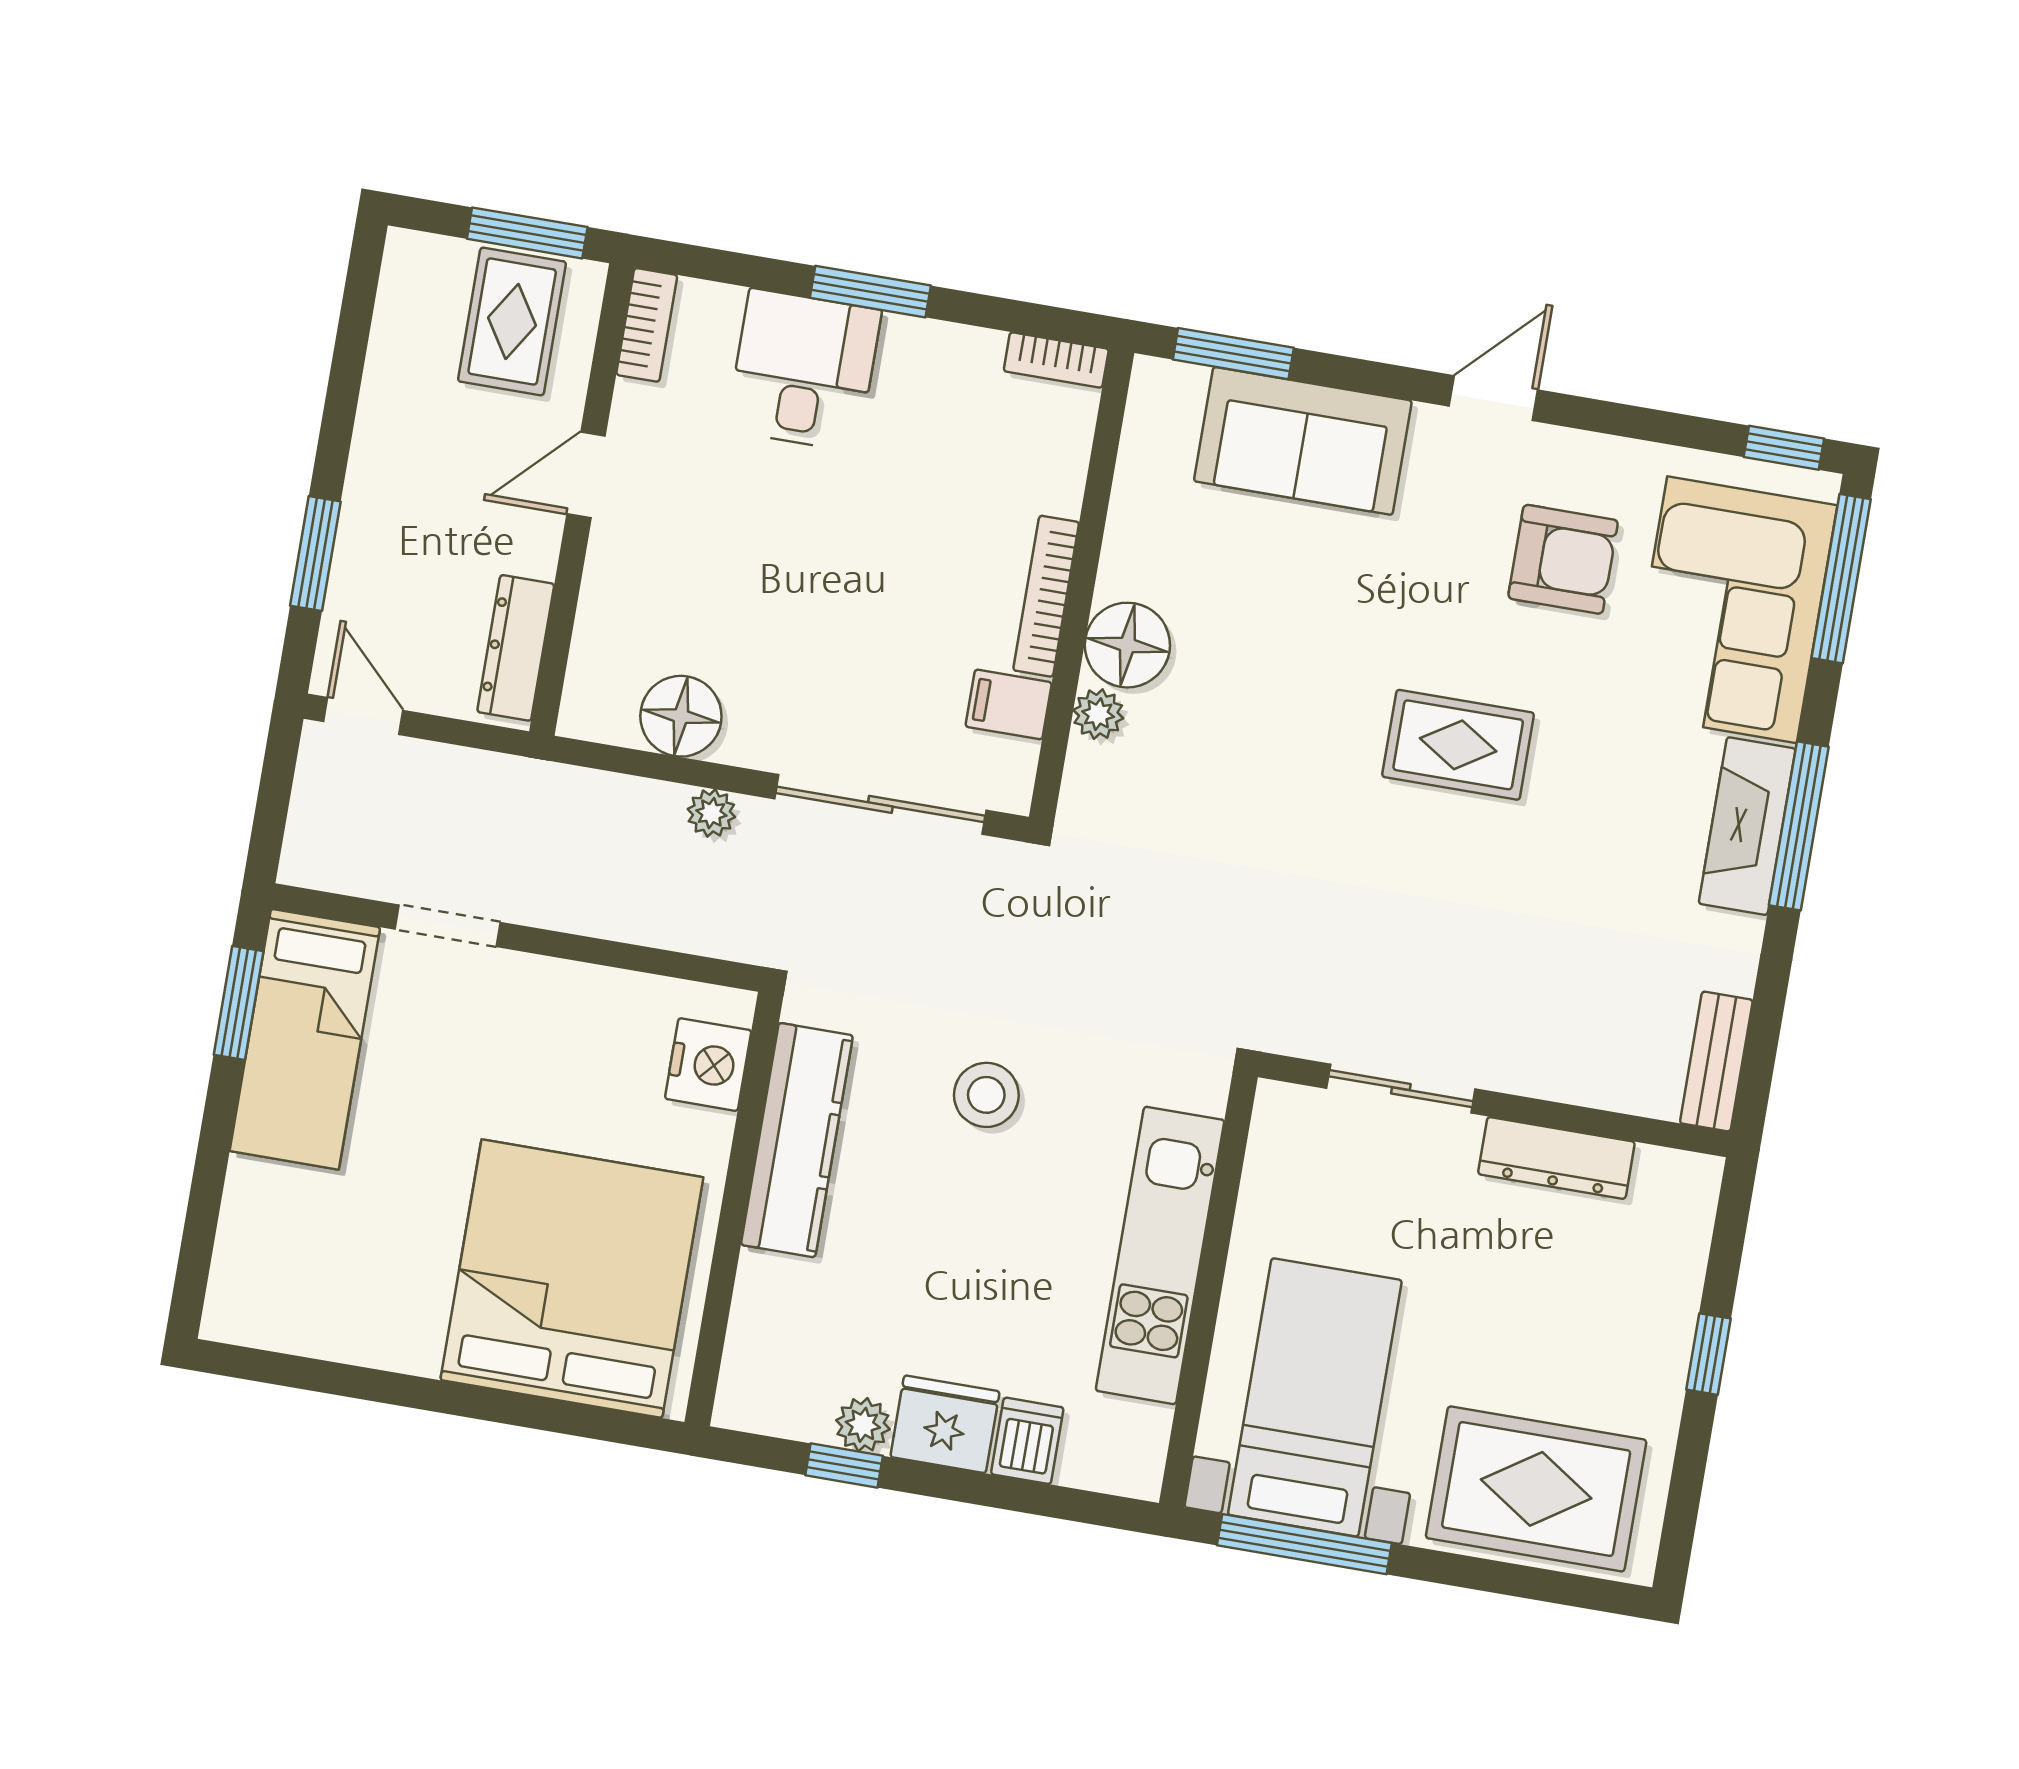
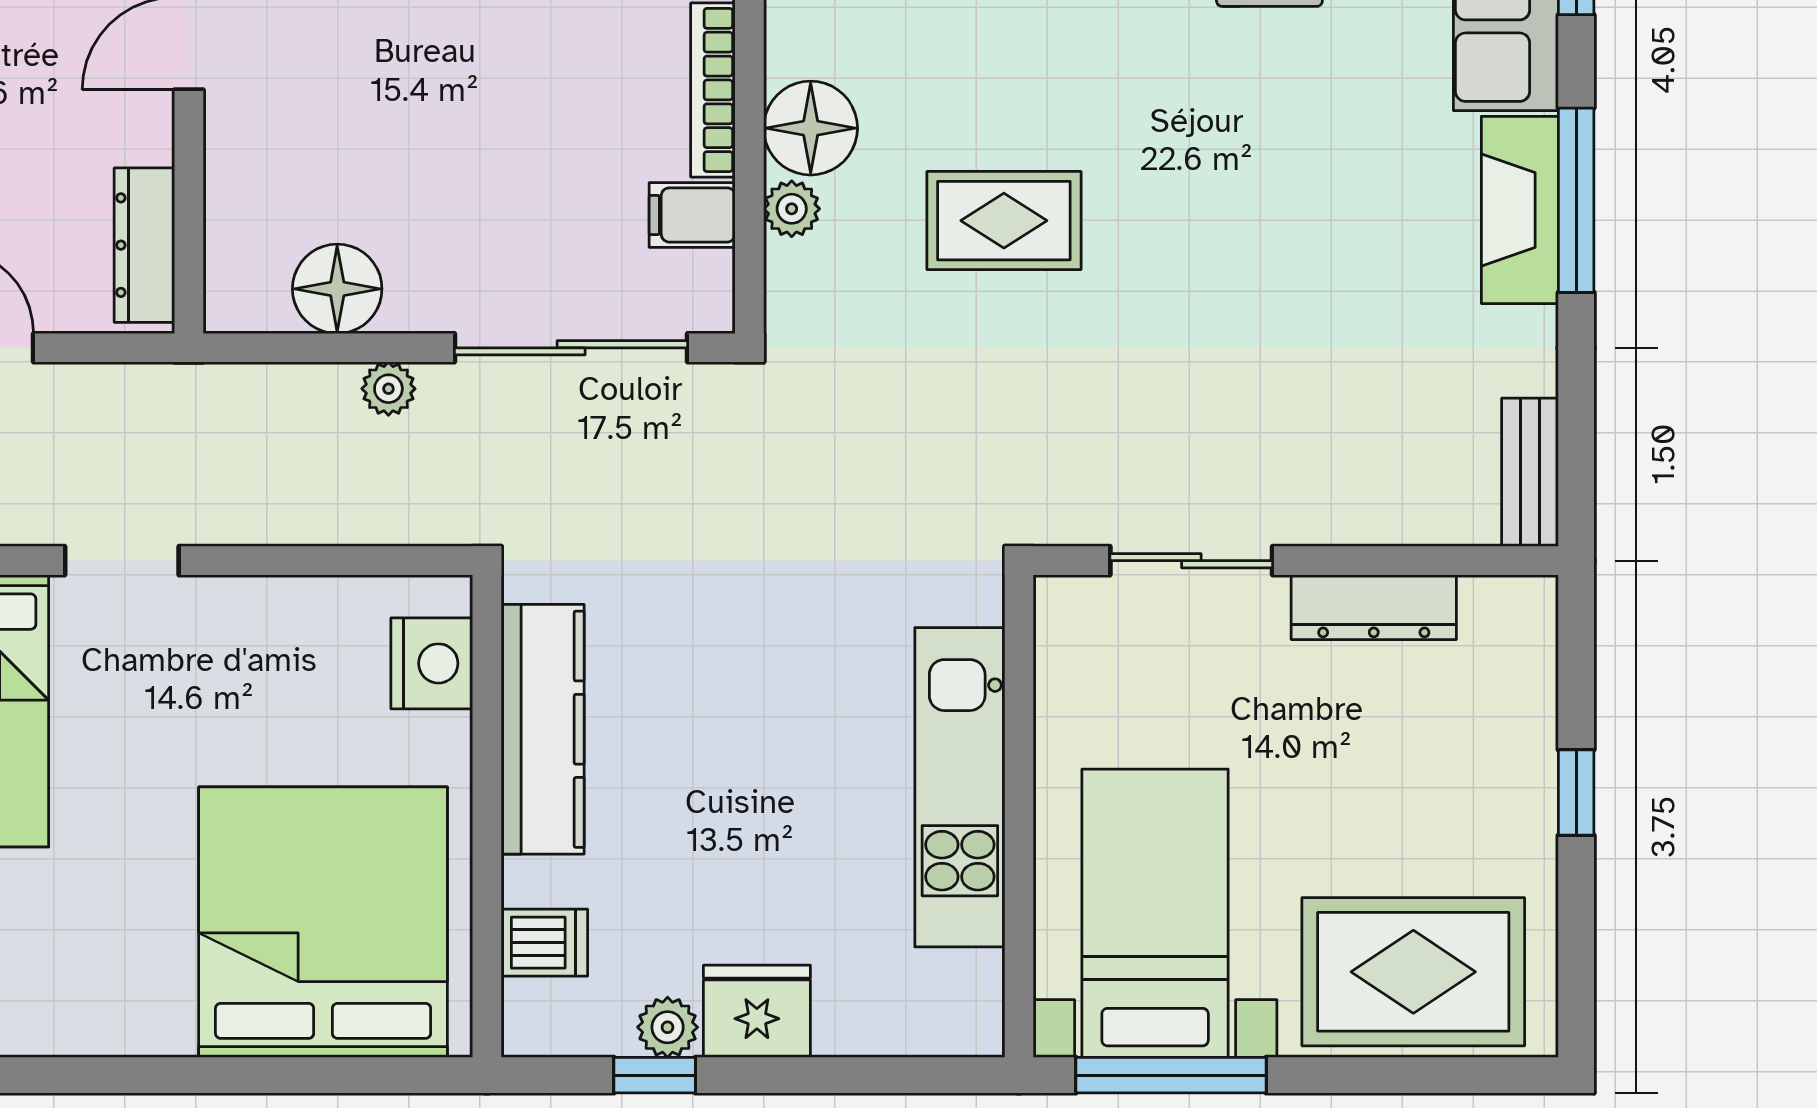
rug: (1458, 745) -> (1004, 221), moved
stool: (986, 1095) -> (741, 645), removed
dishwasher: (1027, 1441) -> (544, 943), moved, turned 90

